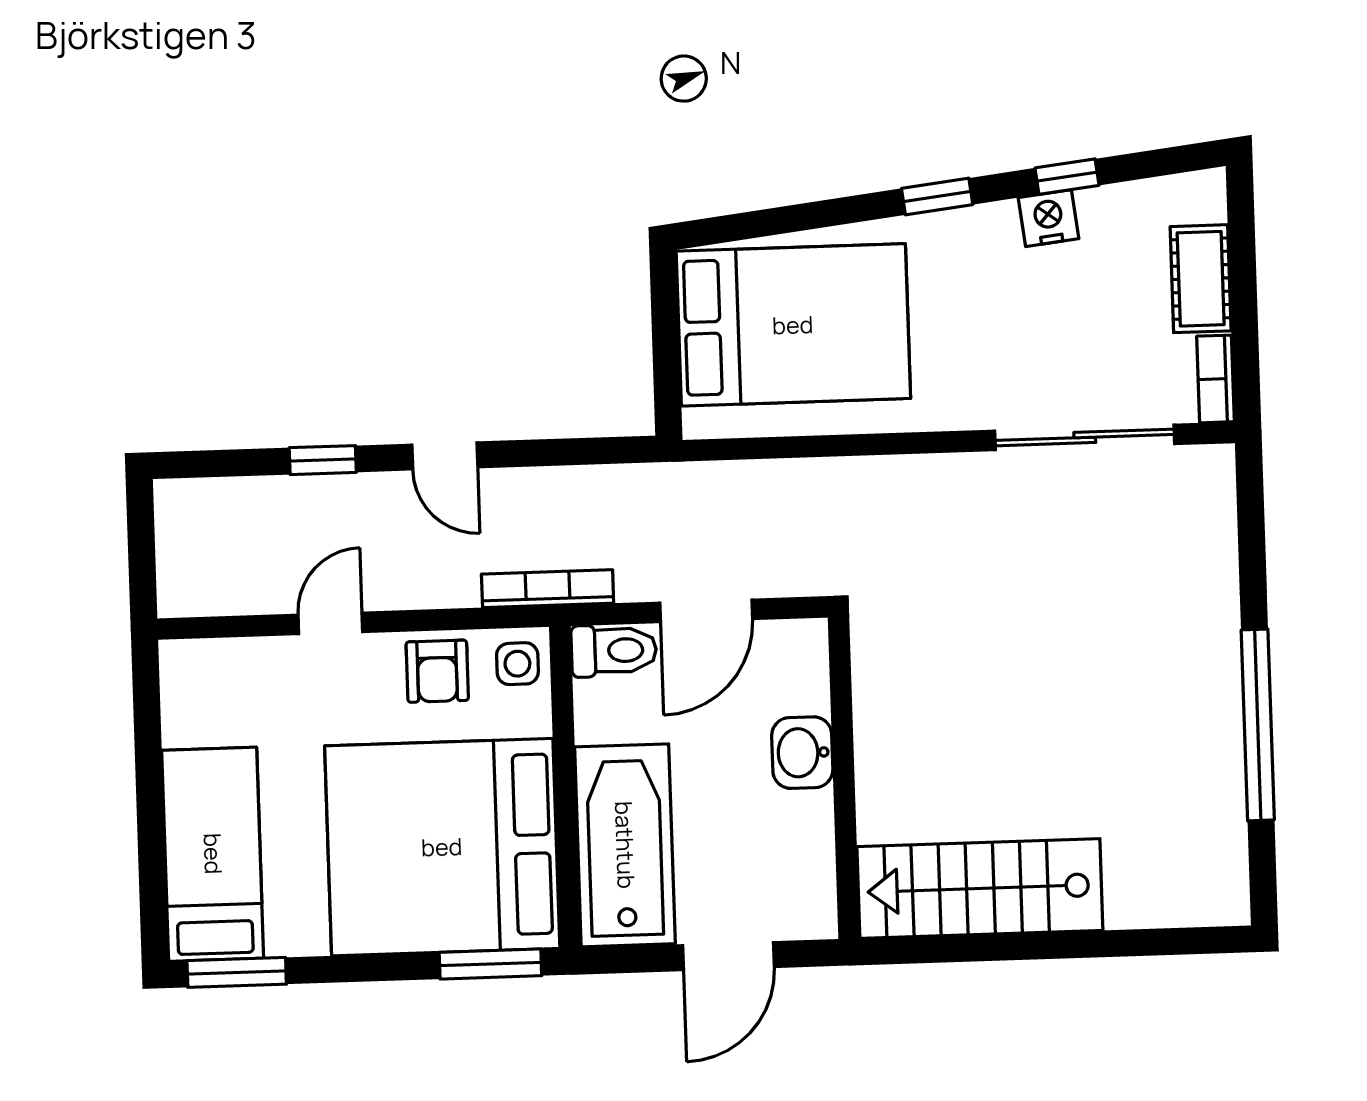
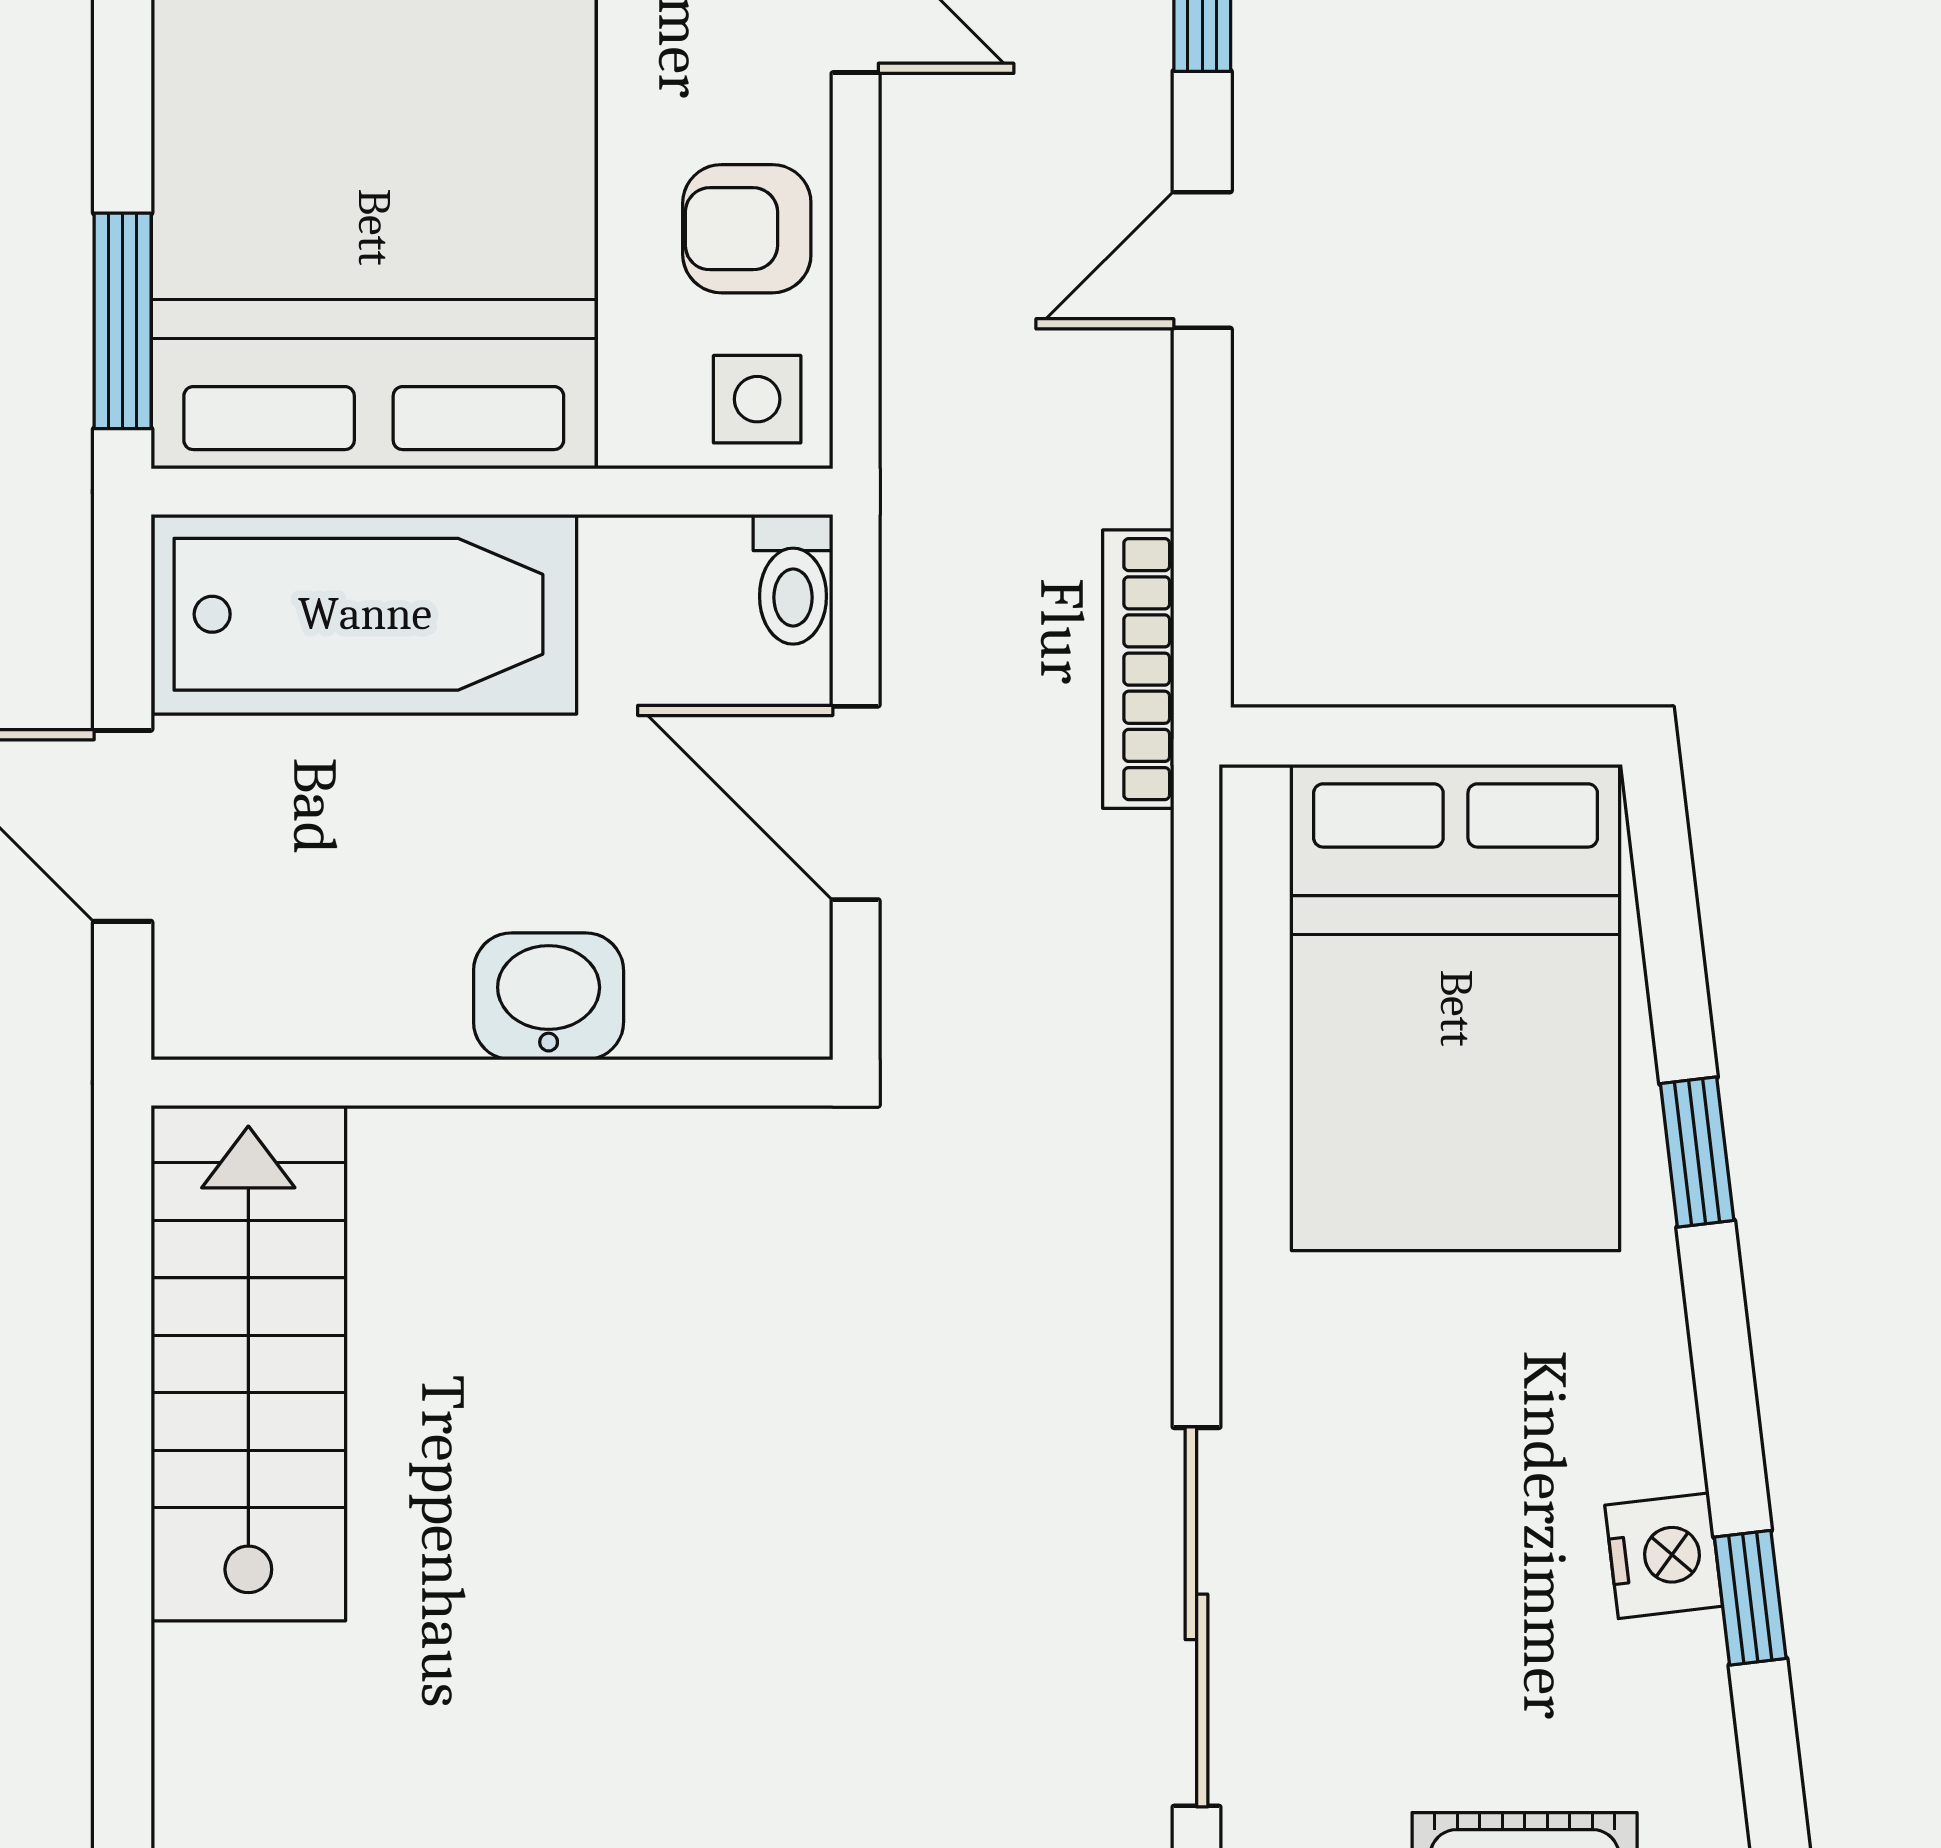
window: (937, 197) -> (1697, 1152), moved
bookcase: (548, 589) -> (1138, 669), moved, turned 180
toilet: (614, 650) -> (793, 579), width x0.73, depth x0.72

